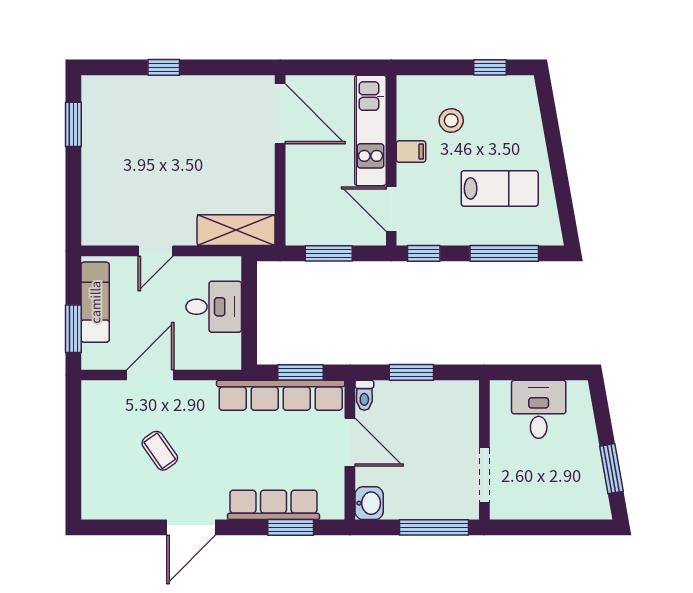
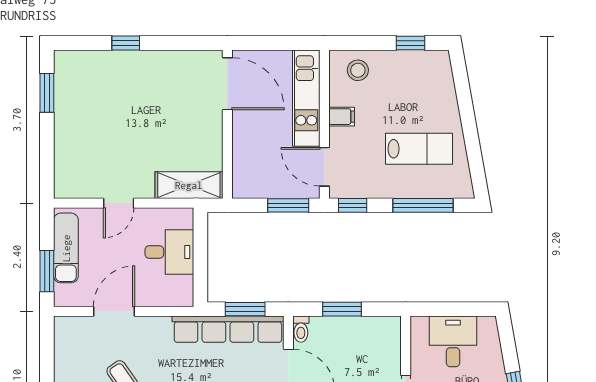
stool: (451, 120) -> (358, 70), moved
window: (329, 253) -> (288, 205), moved

